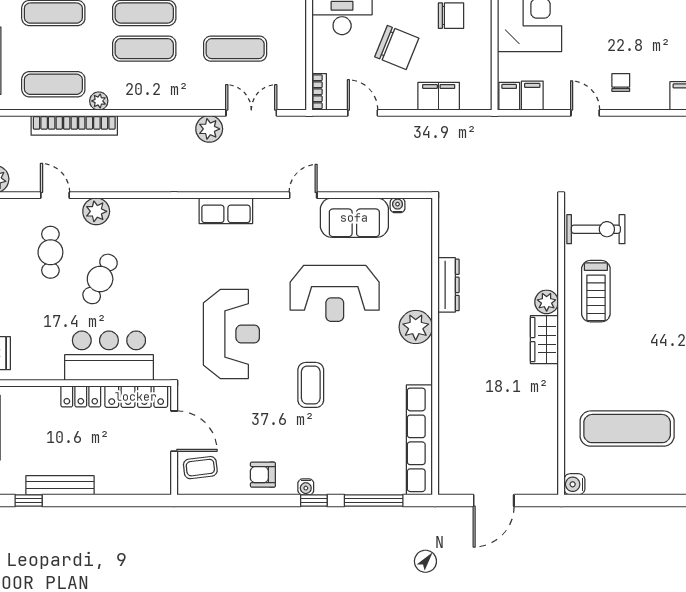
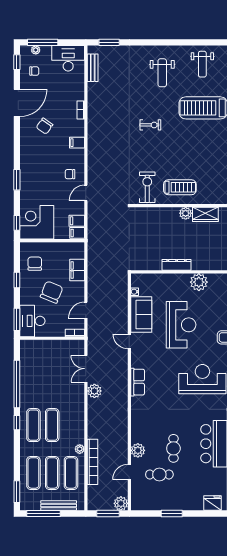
exercise mat: (235, 49) -> (52, 473), moved
cafe table: (100, 279) -> (173, 448), turned 63

